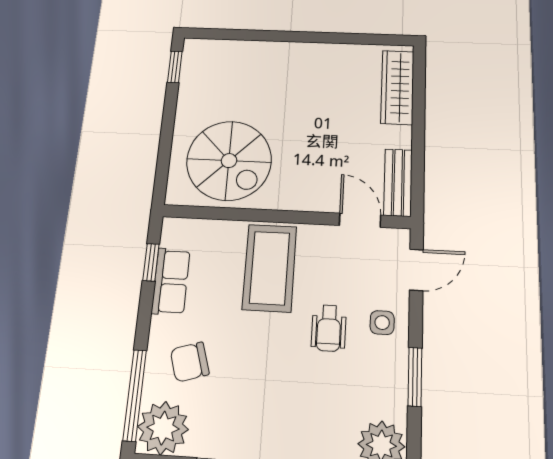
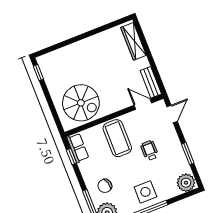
row of seats: (171, 281) -> (78, 148), moved
side table: (382, 323) -> (145, 192), moved, width x1.87, depth x1.87
wheelchair: (329, 328) -> (149, 150), turned 180

